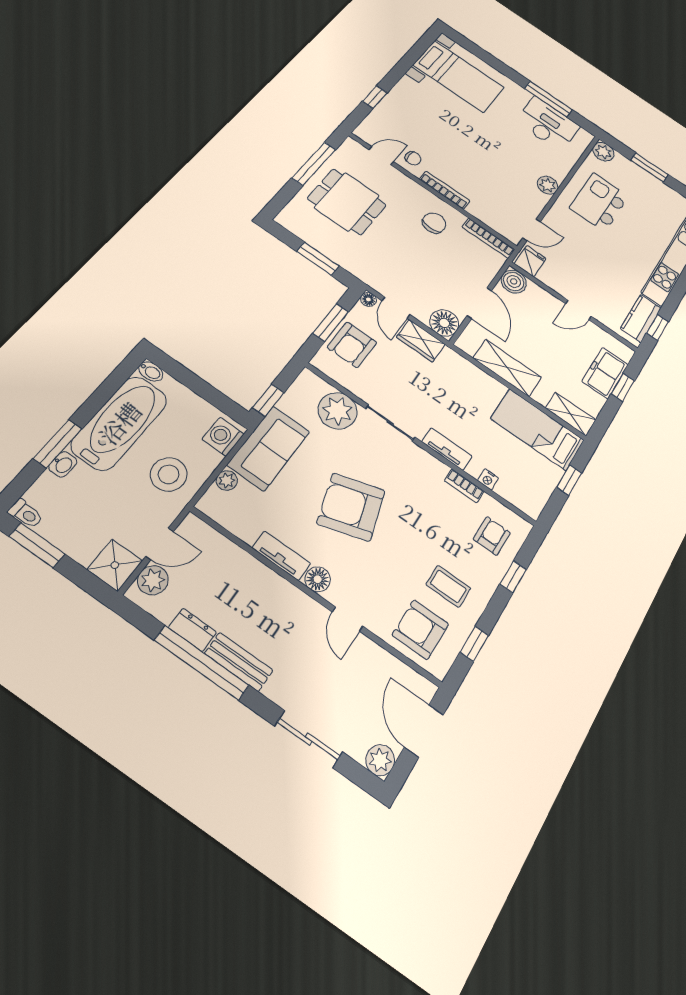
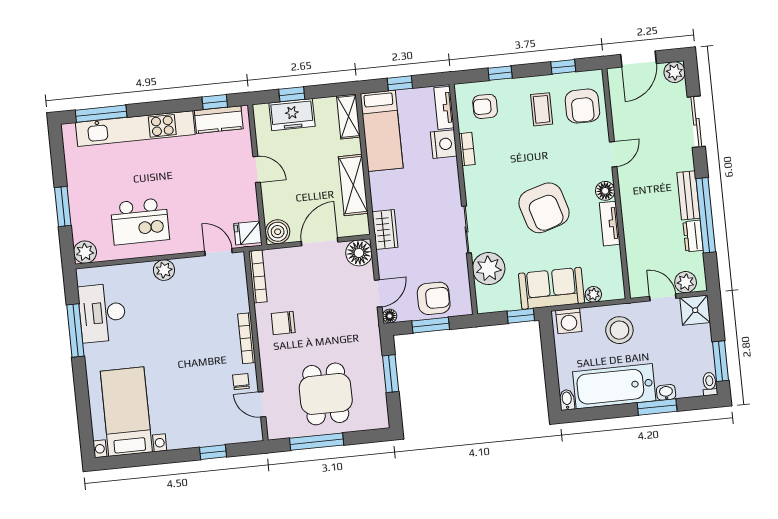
wardrobe: (421, 341) -> (385, 229), moved
tv unit: (447, 449) -> (444, 108), moved
nightstand: (488, 479) -> (444, 144), width x1.89, depth x1.79

